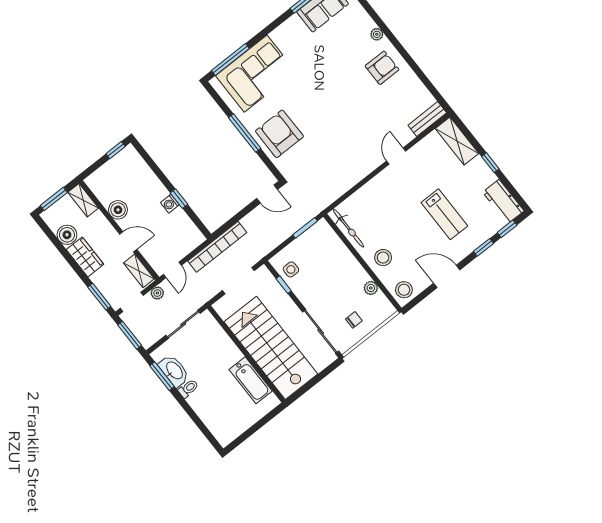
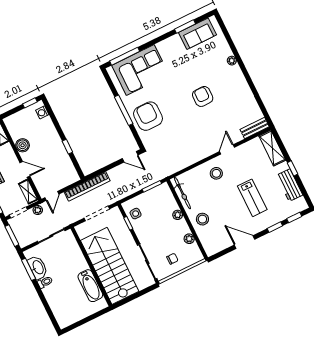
armchair: (382, 68) -> (203, 96), moved, turned -90
workbench: (503, 202) -> (290, 185), moved
washing machine: (170, 204) -> (42, 112), moved
plant: (348, 259) -> (178, 215), added
stool: (404, 290) -> (216, 173), moved

